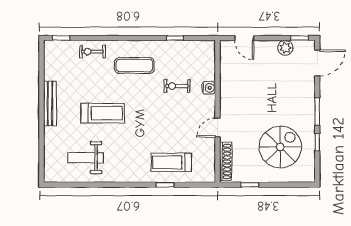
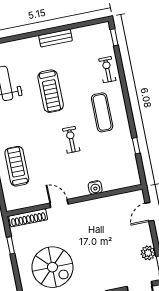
exercise bike: (177, 86) -> (71, 140), moved
bench: (50, 103) -> (55, 38), width x0.73

